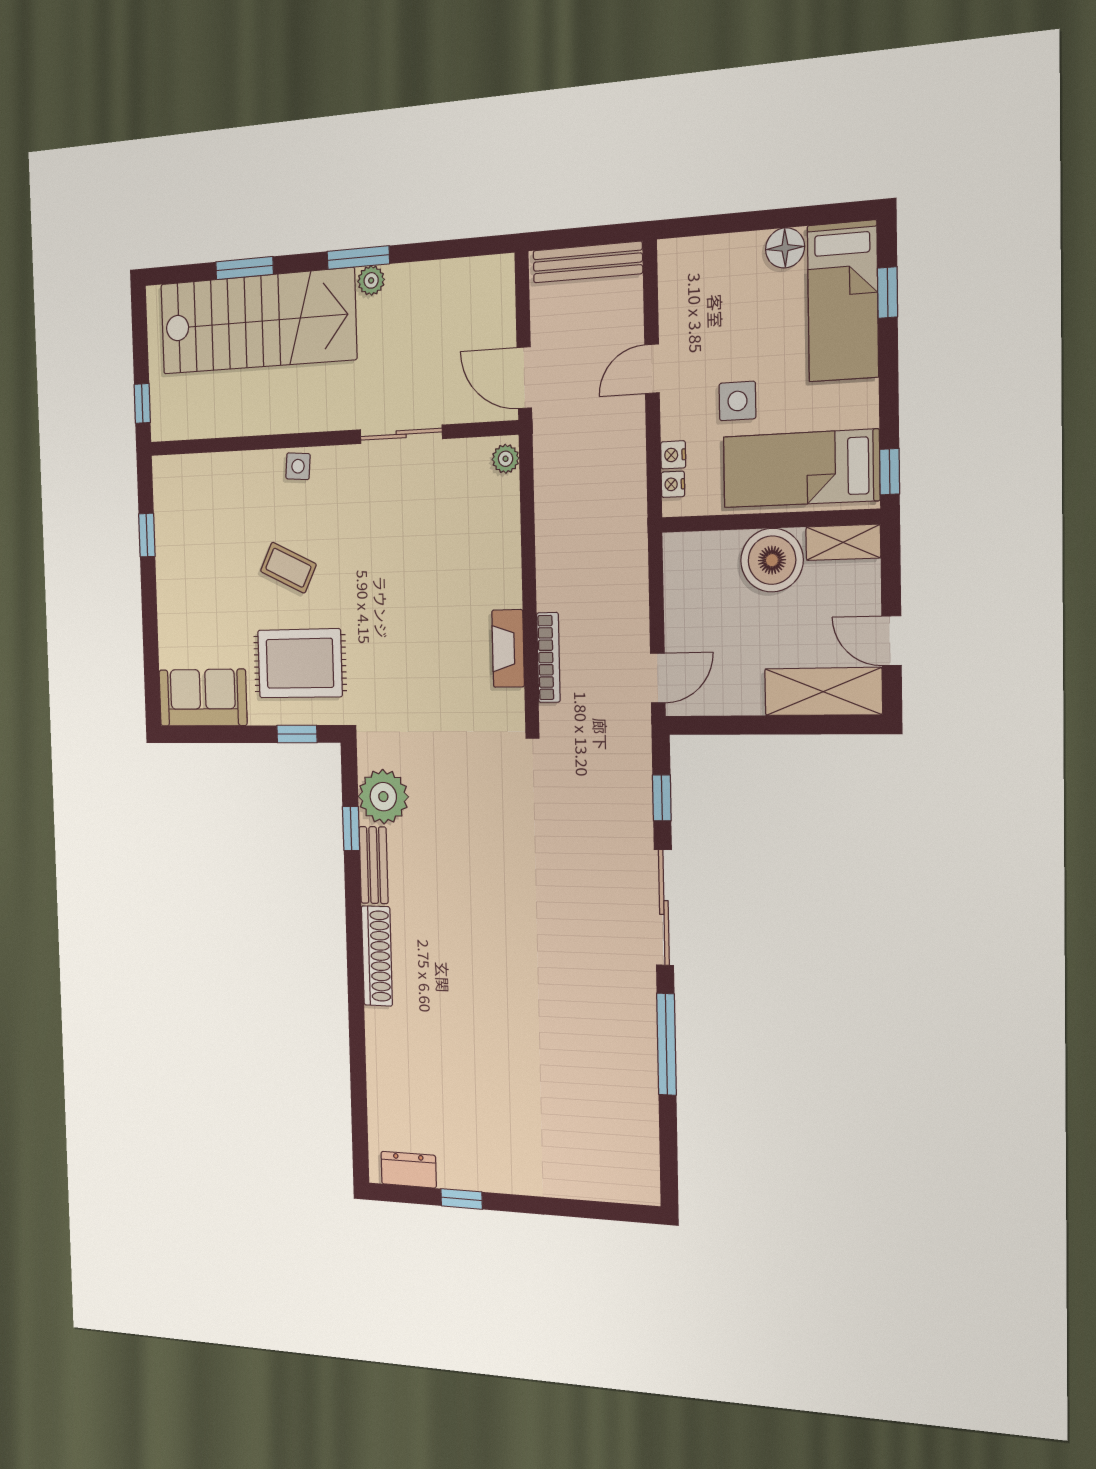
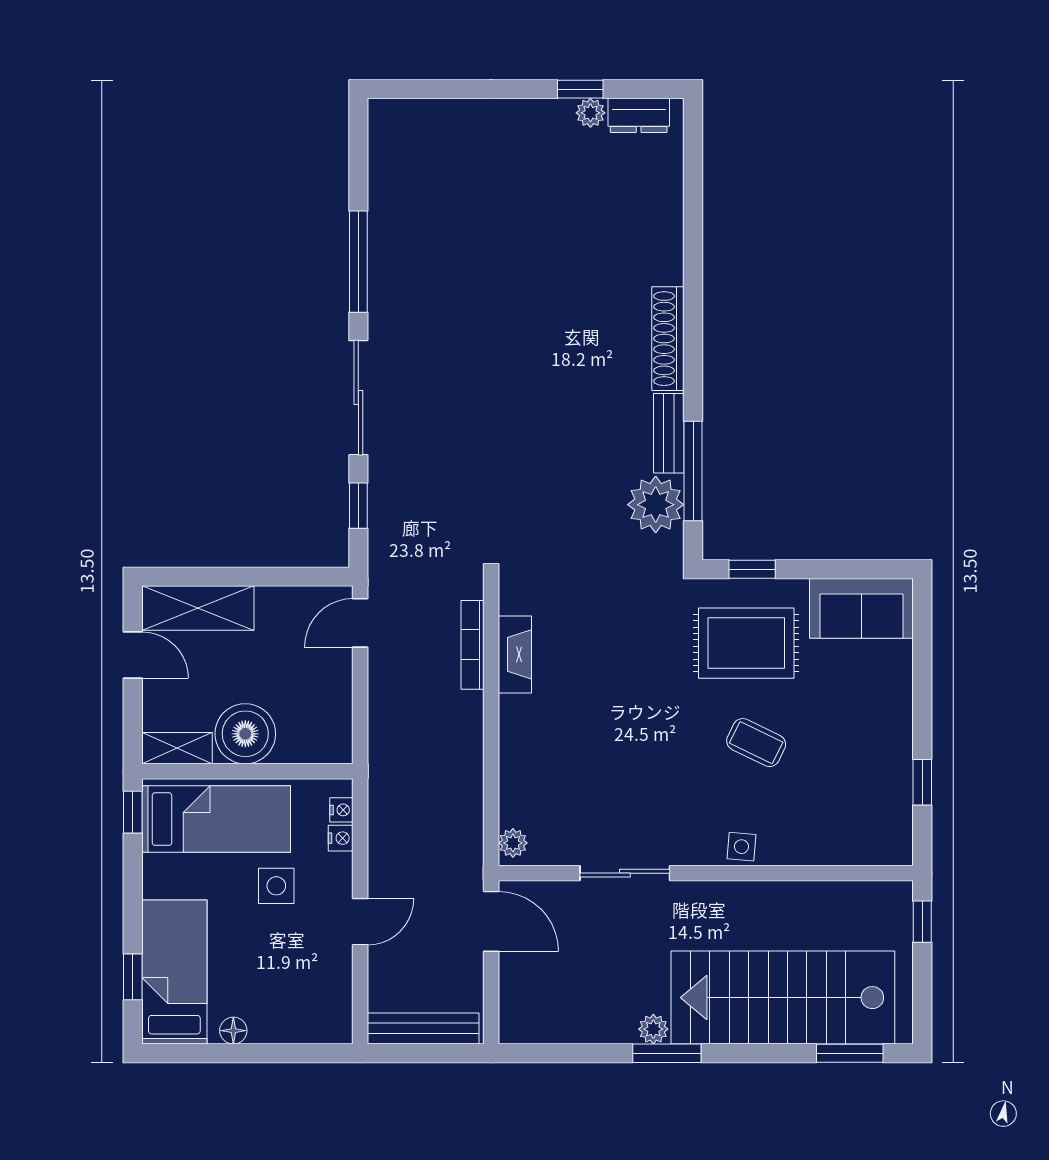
floor lamp: (785, 248) -> (233, 1031), width x0.73, depth x0.73
window: (245, 268) -> (850, 1053), moved
window: (351, 829) -> (693, 471), width x2.17
plant: (452, 1176) -> (590, 113), added

